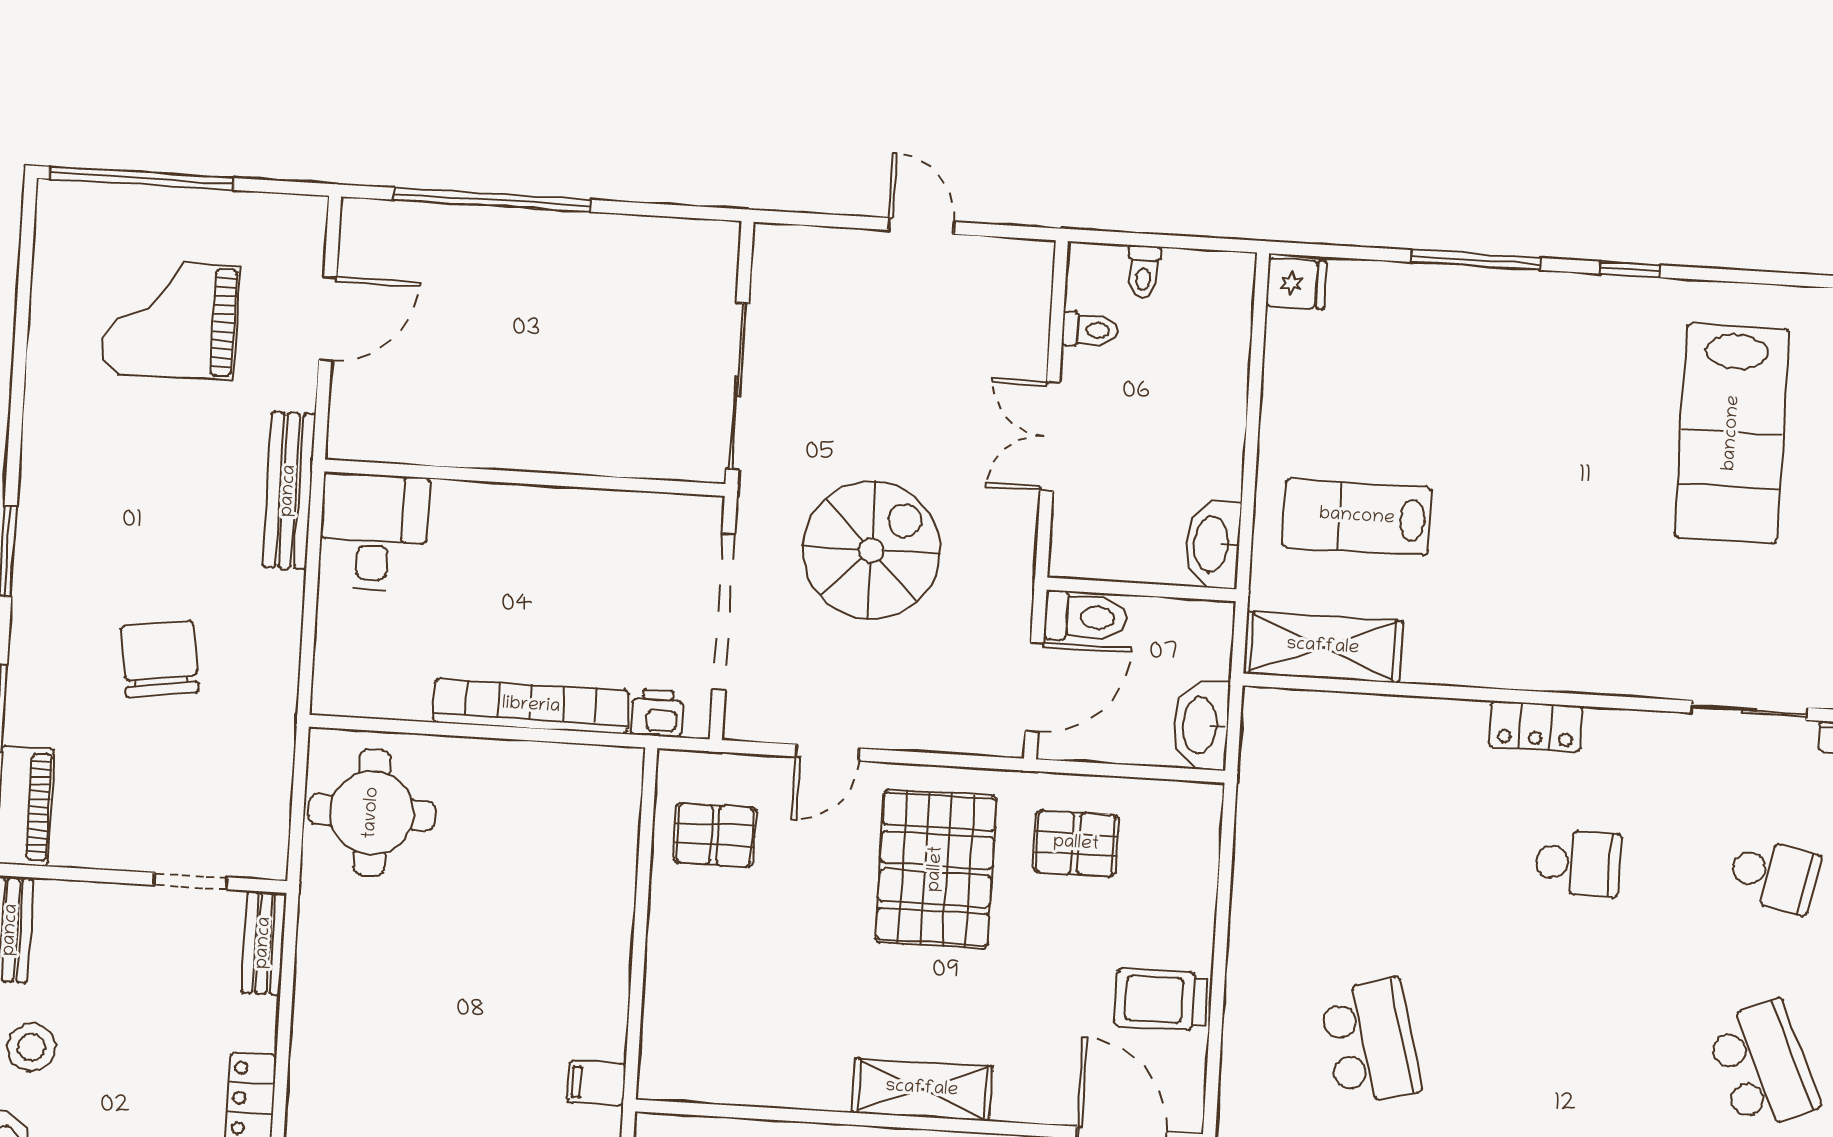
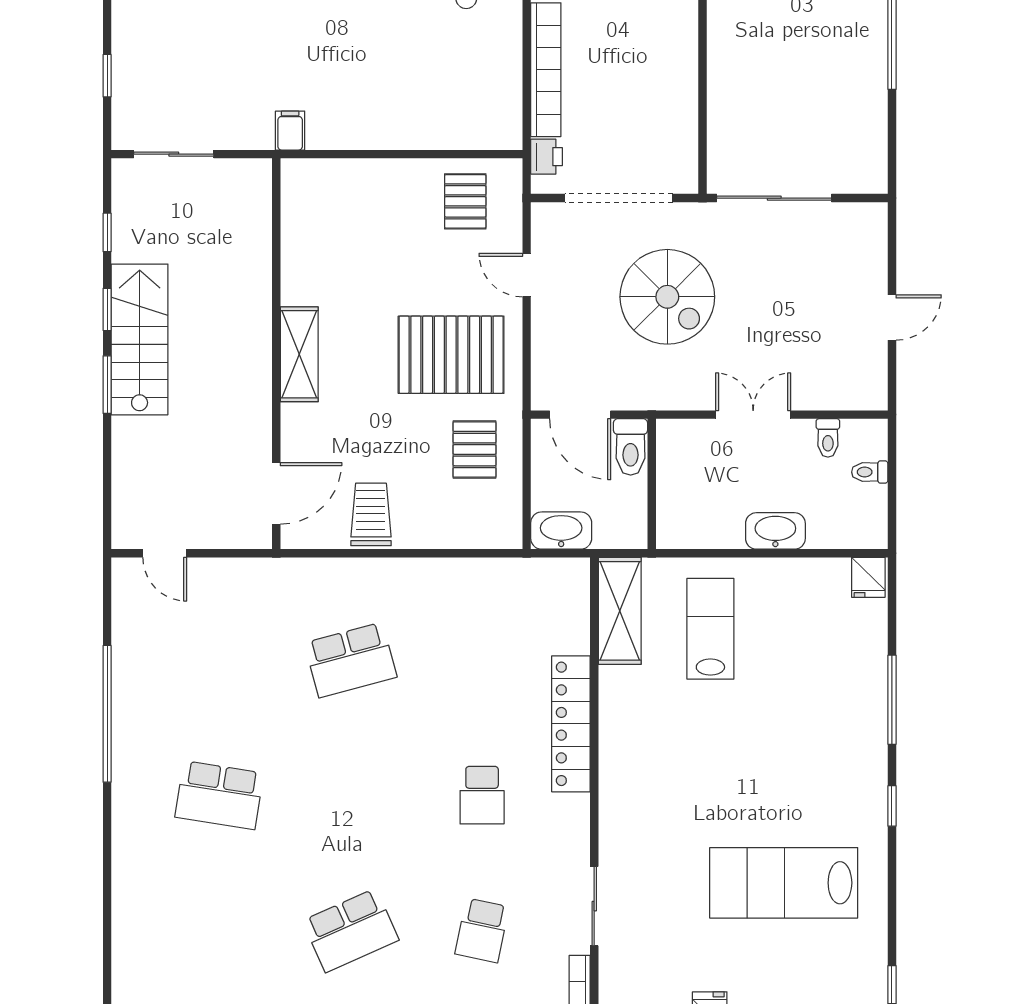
washbasin: (1213, 544) -> (775, 531), moved
locker: (1536, 726) -> (571, 724), width x2.16, depth x1.21

